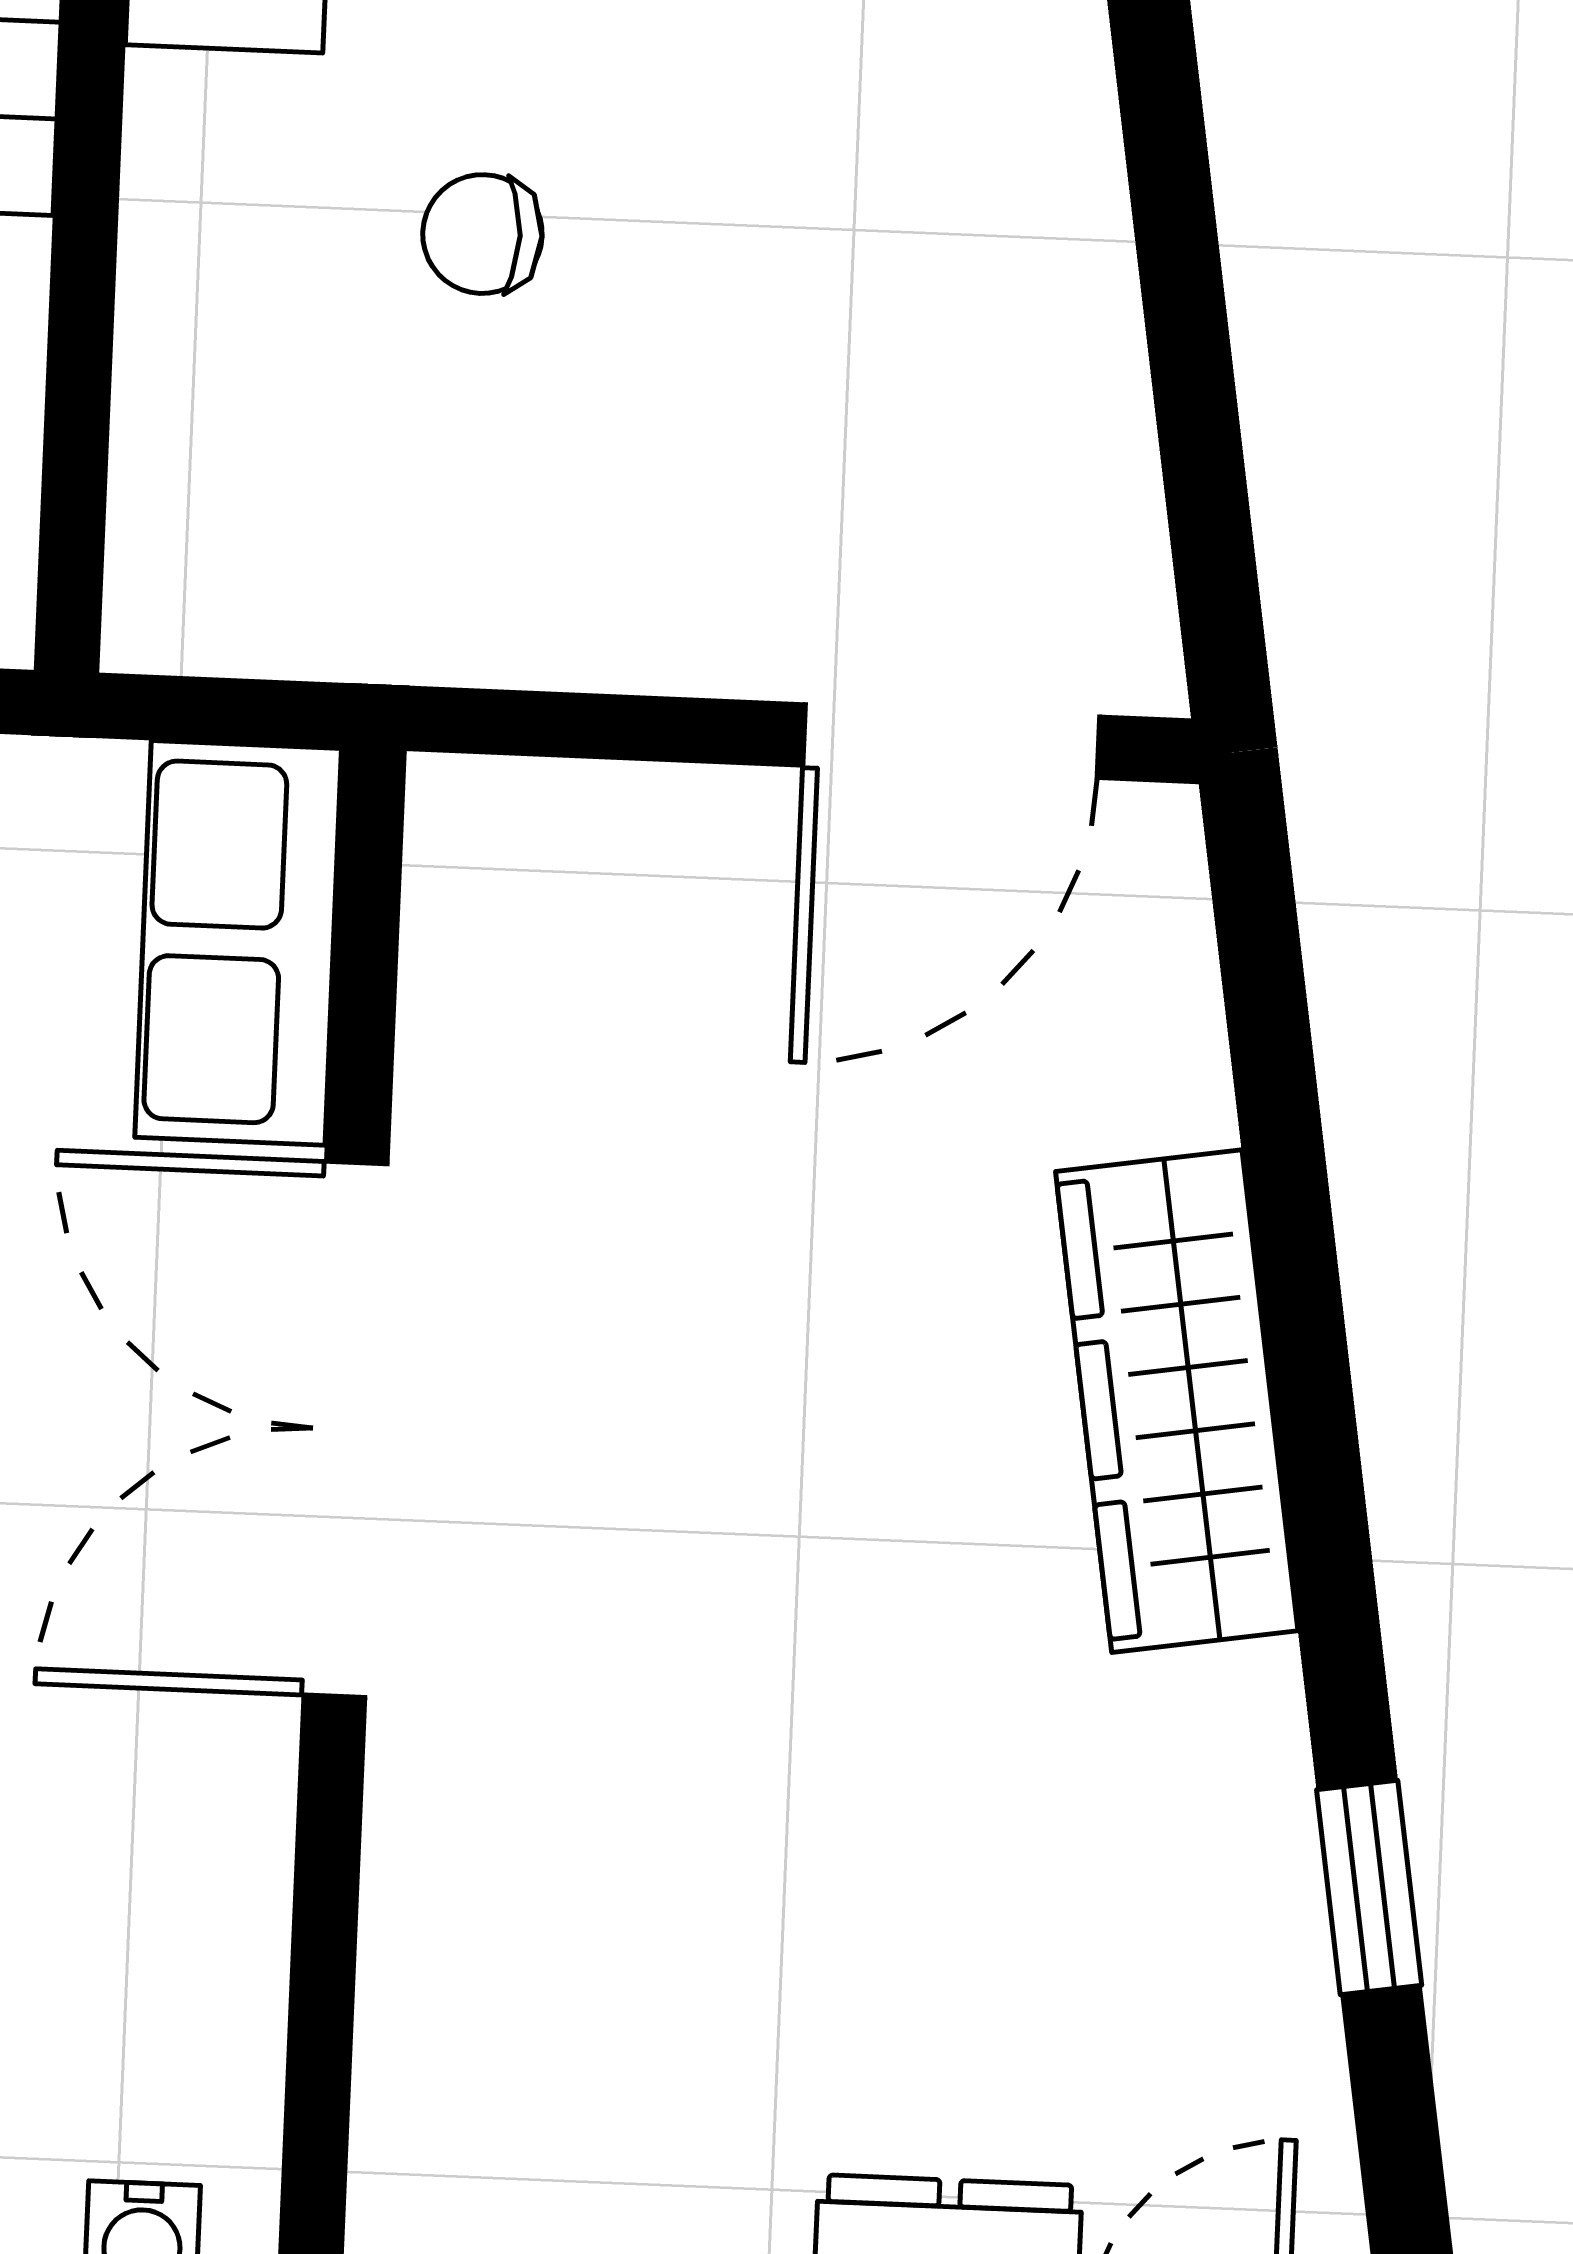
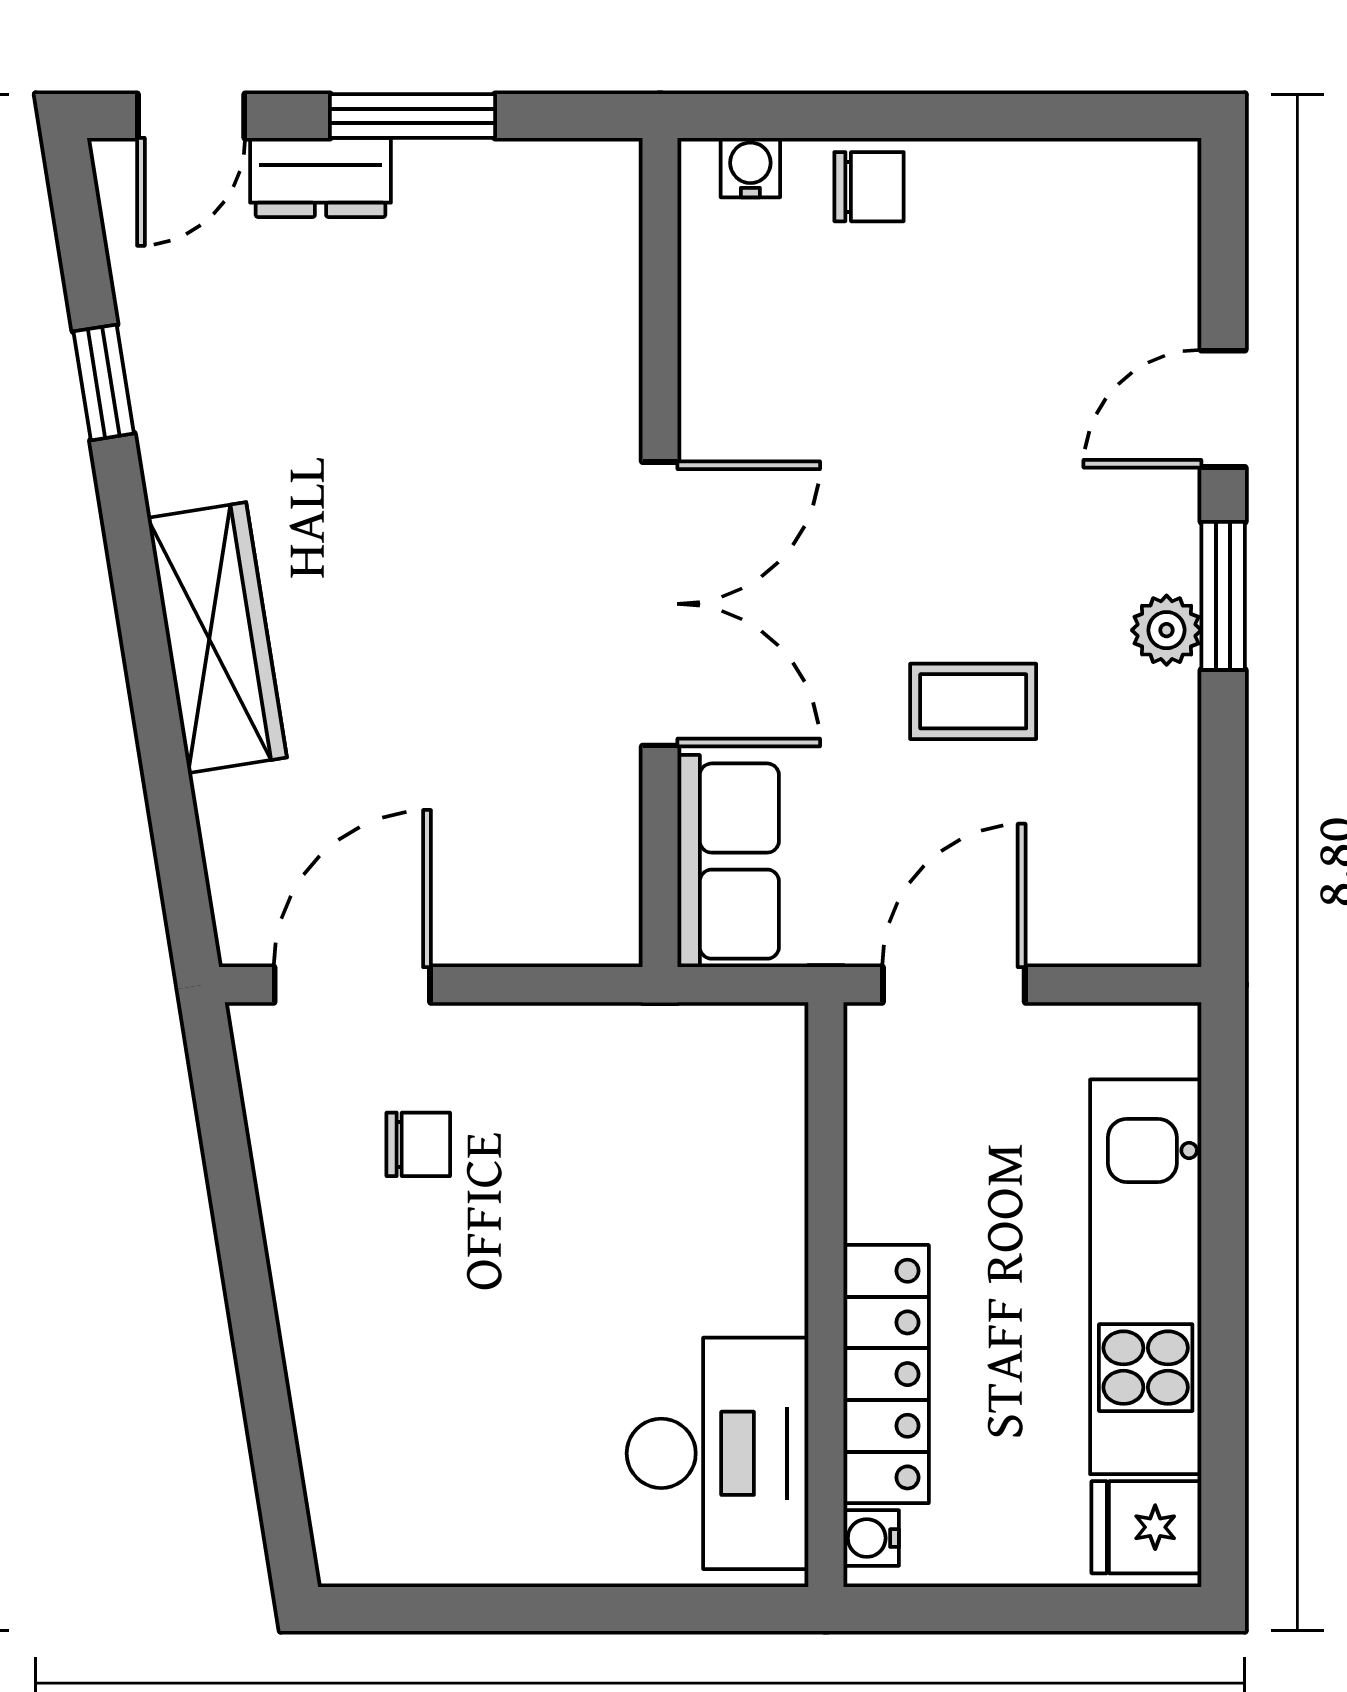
chair: (482, 234) -> (418, 1144), moved

